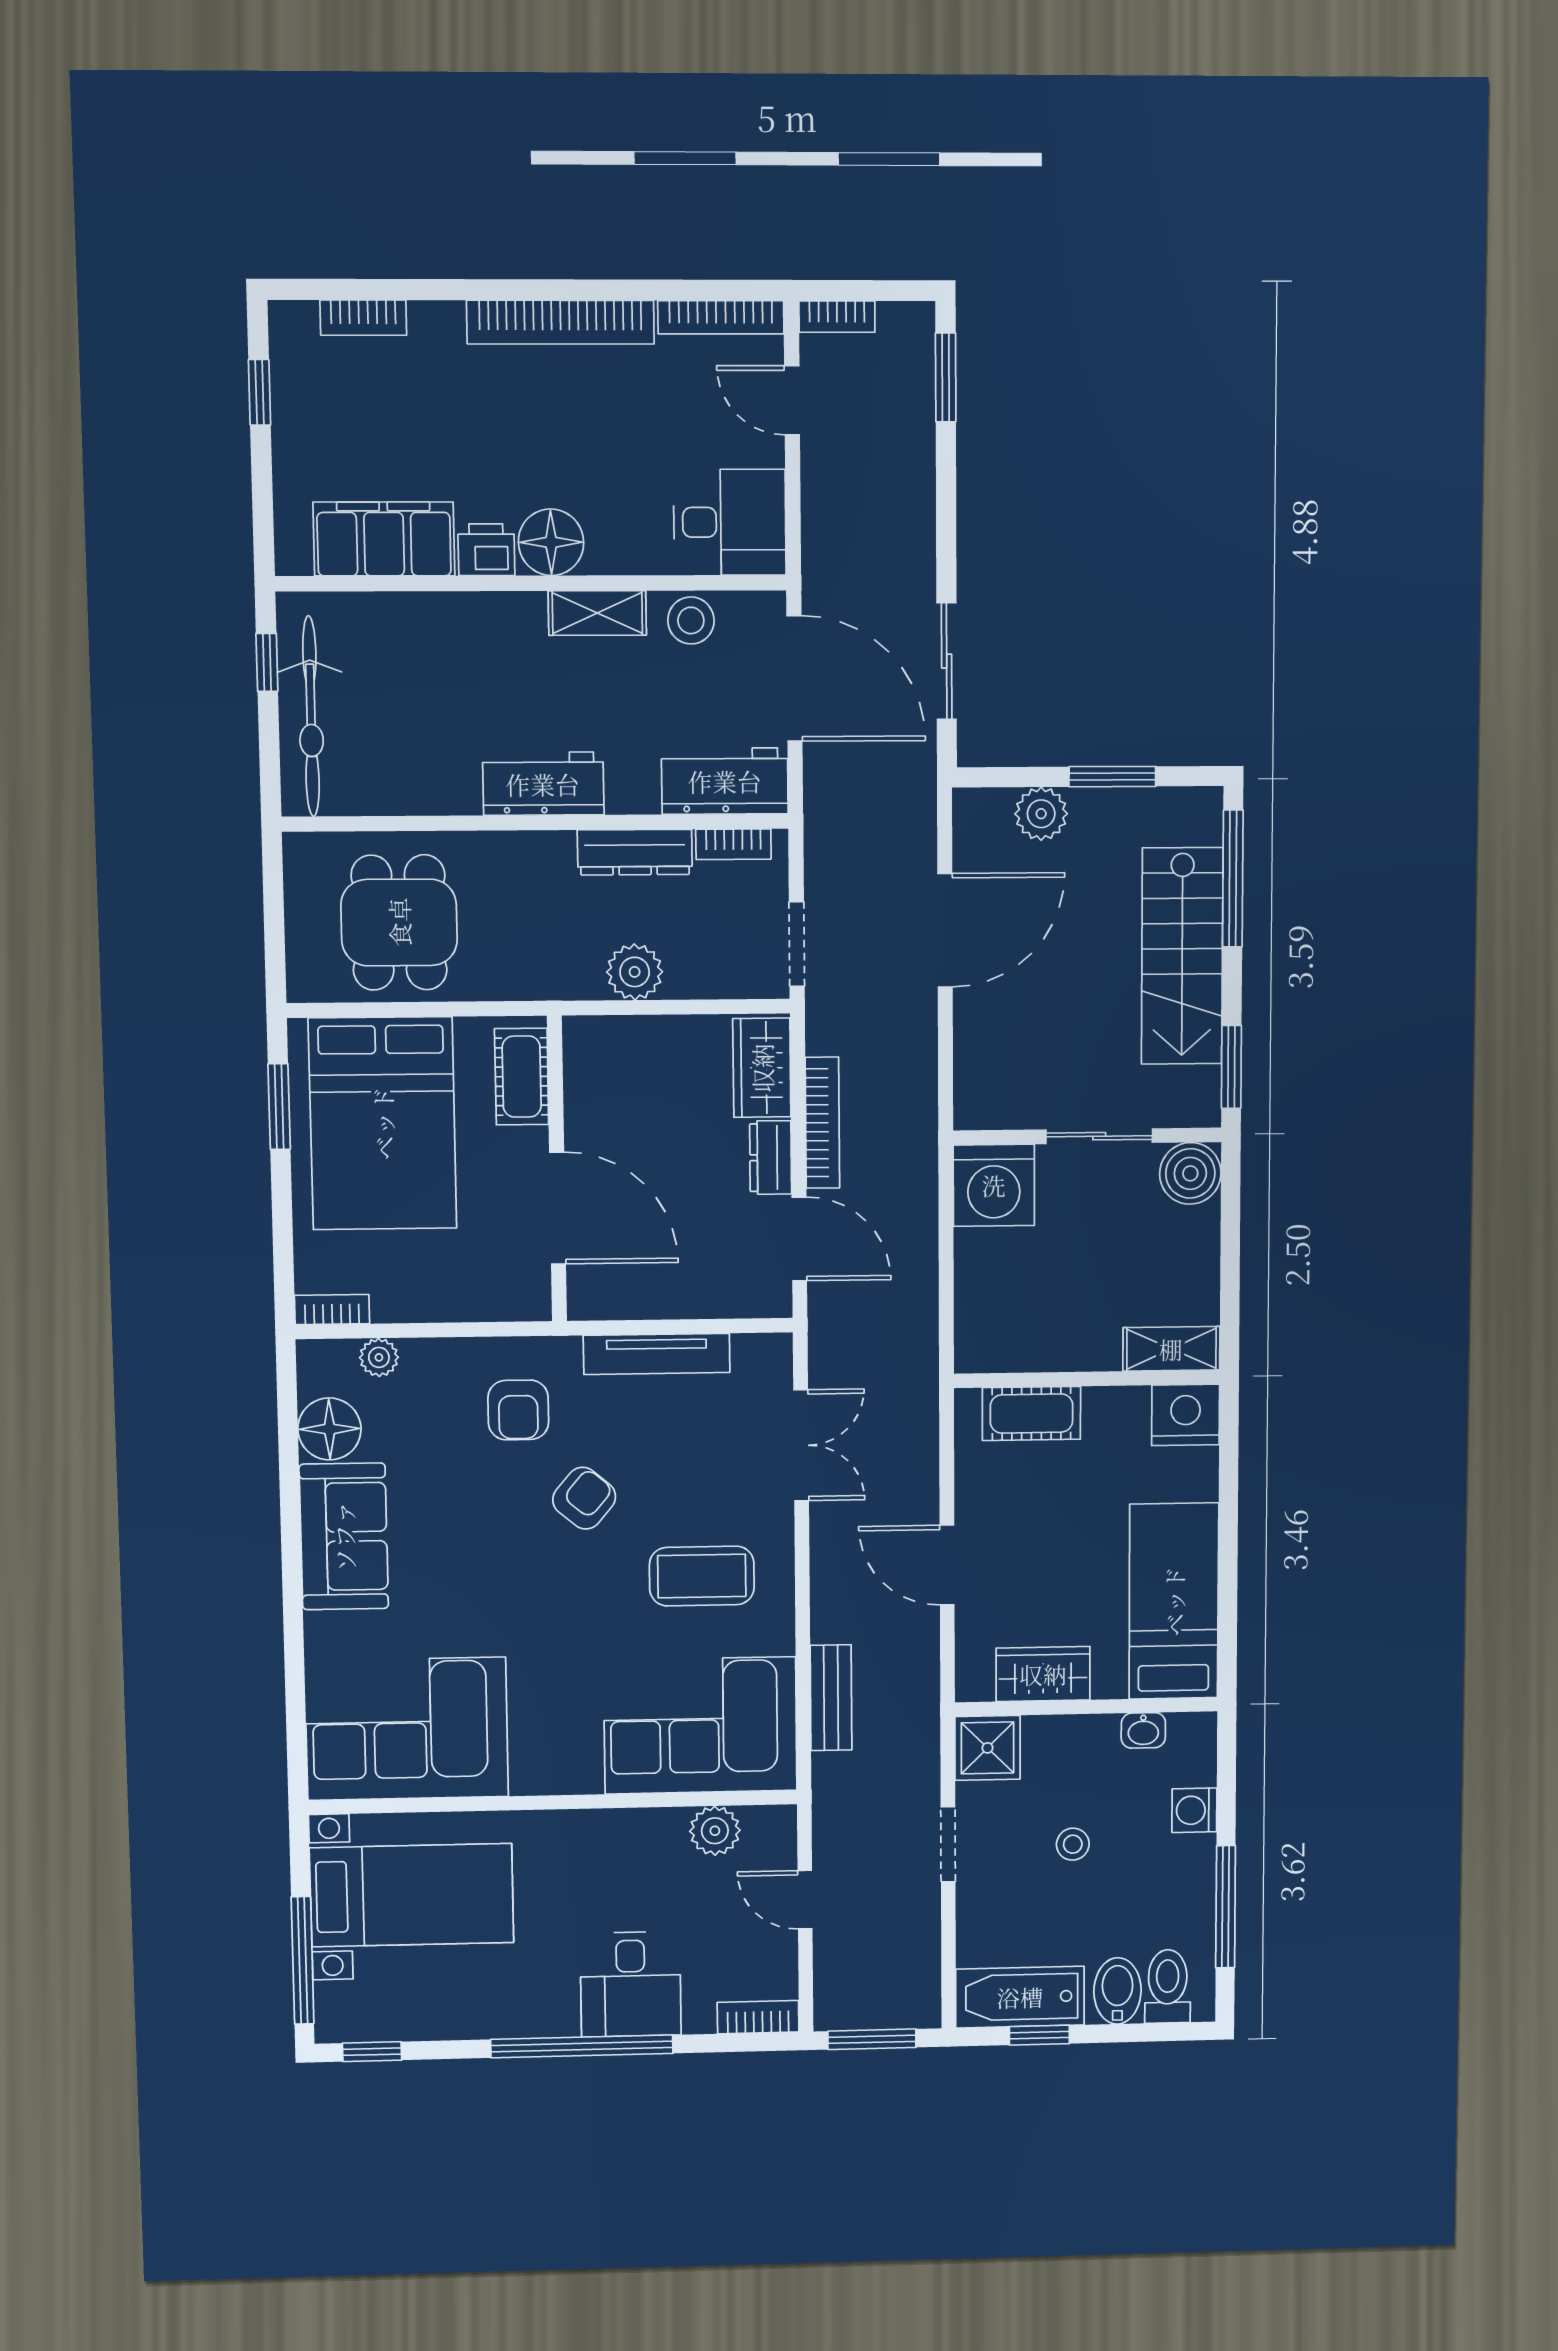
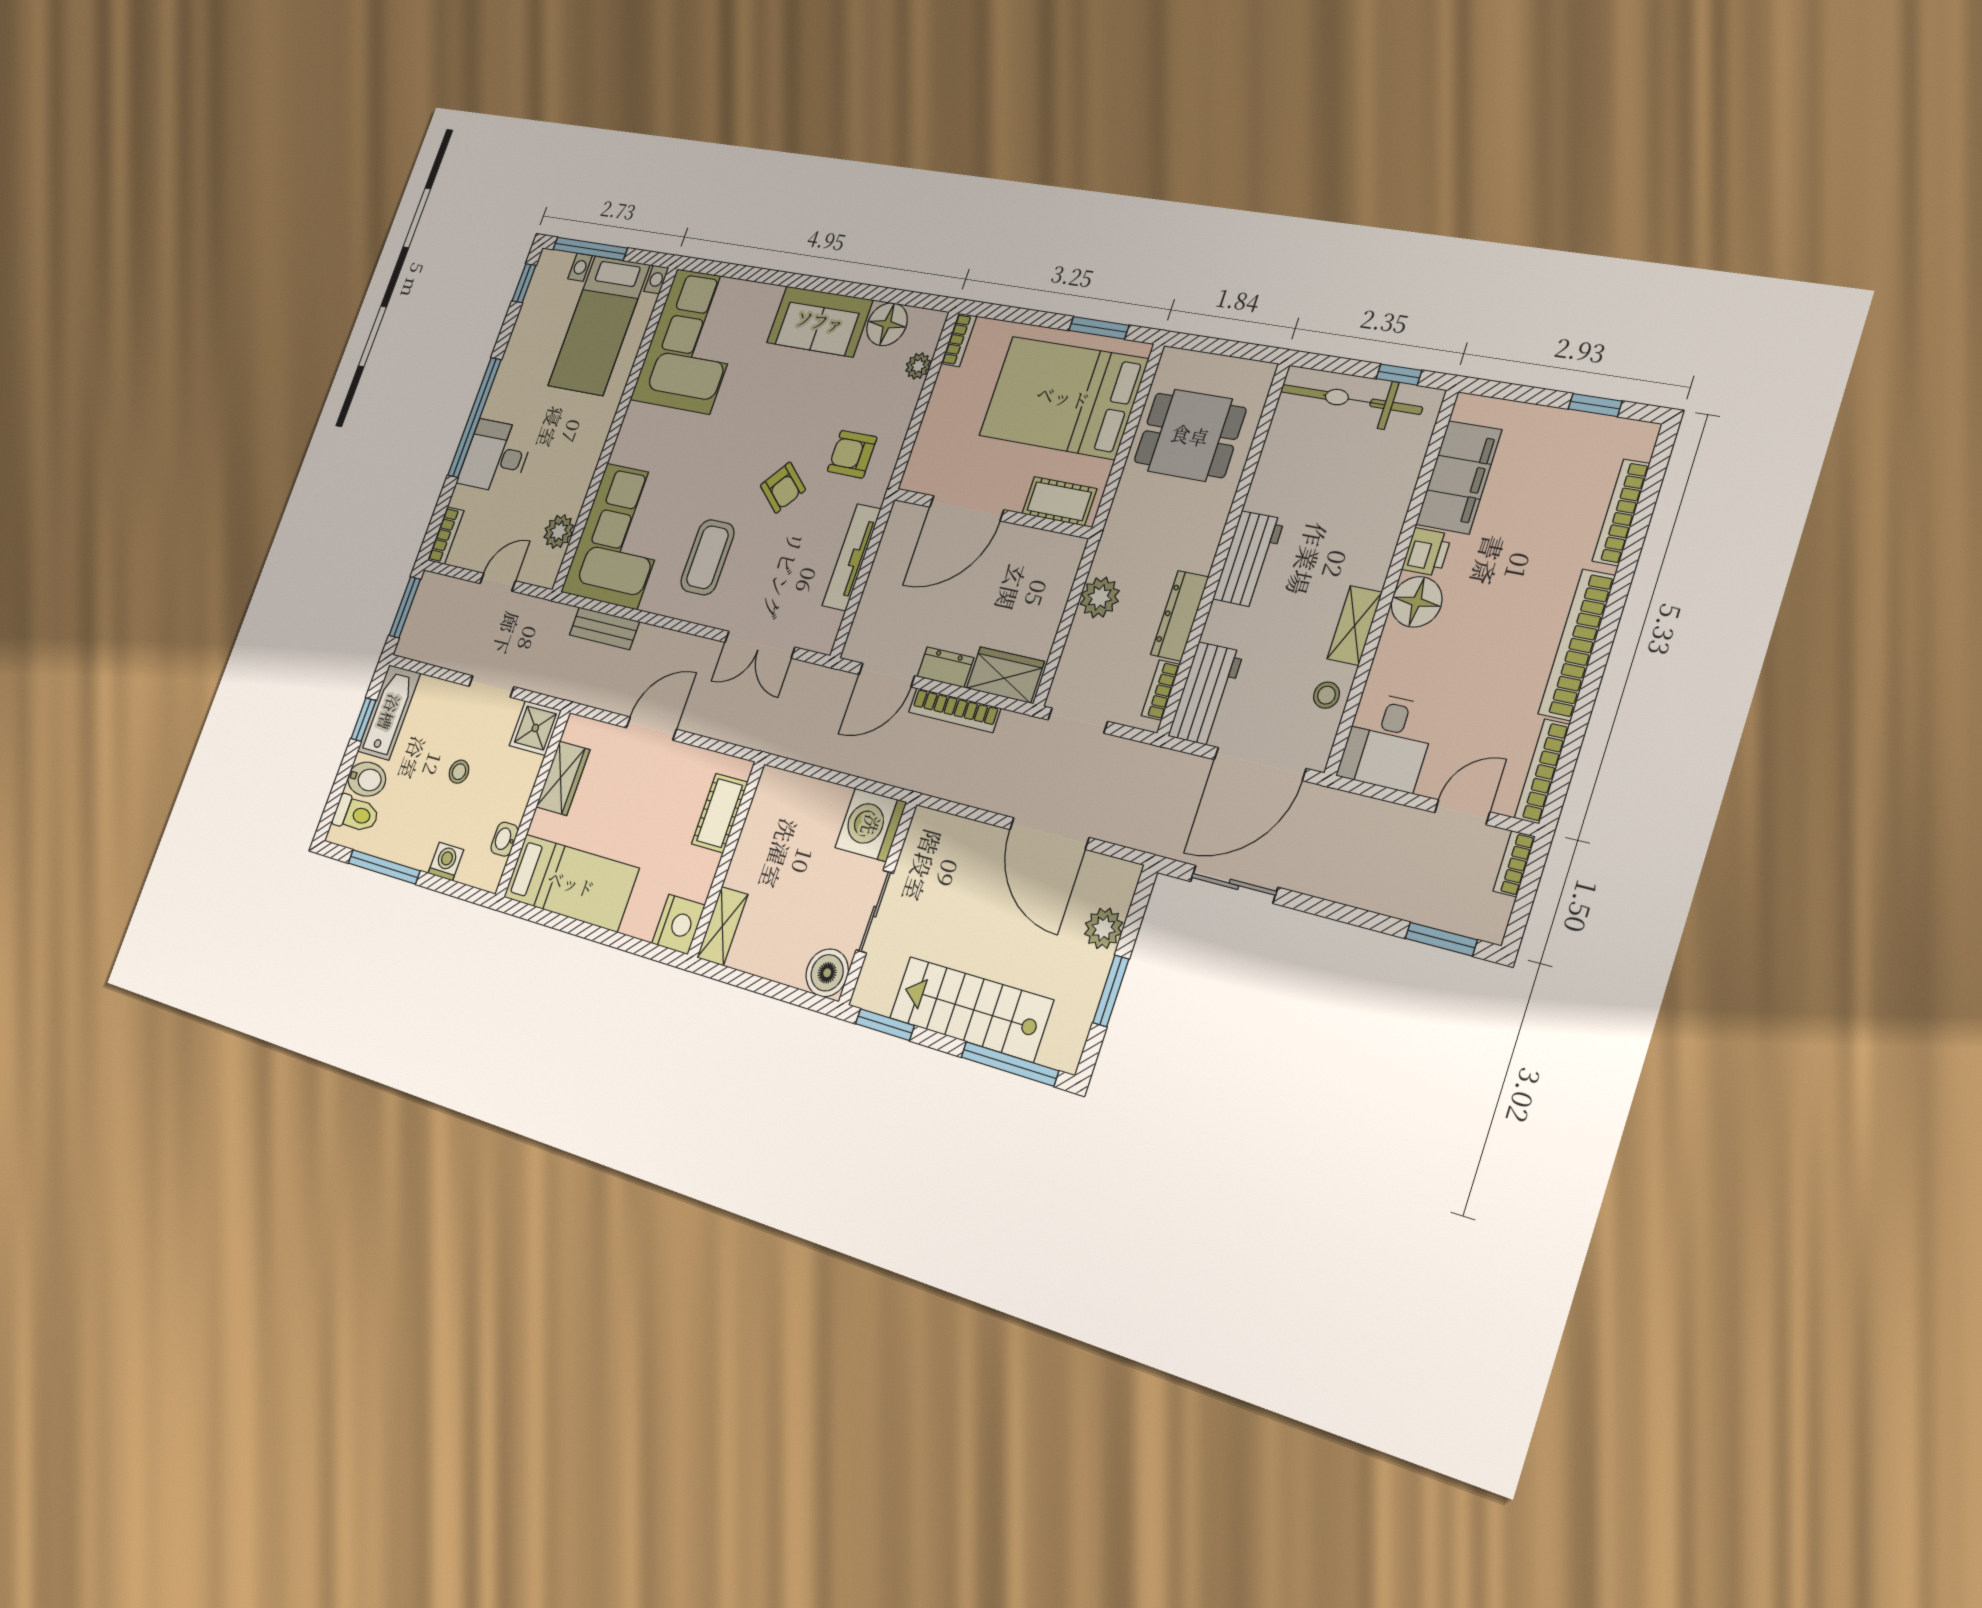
bookcase: (363, 318) -> (1621, 512), width x1.56
stool: (691, 620) -> (1326, 695), width x0.73, depth x0.73

